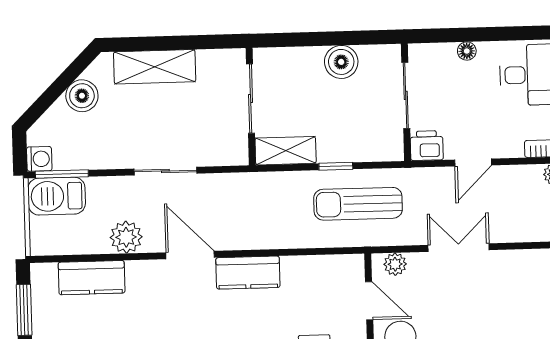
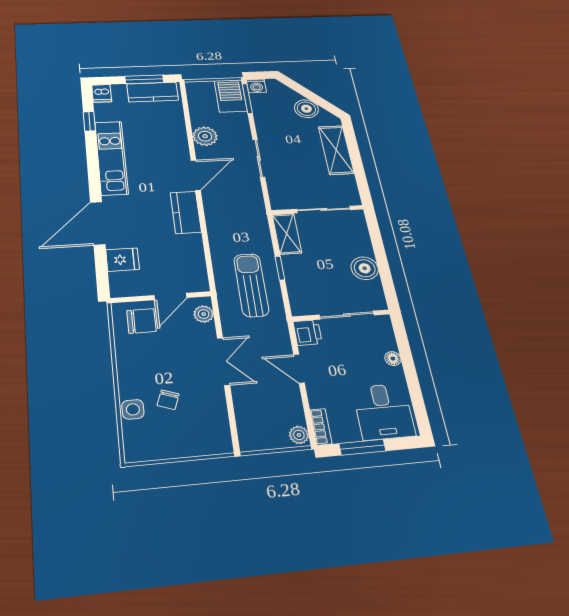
kitchen counter: (92, 278) -> (153, 92), moved, turned -90
chair: (502, 313) -> (168, 400), added

